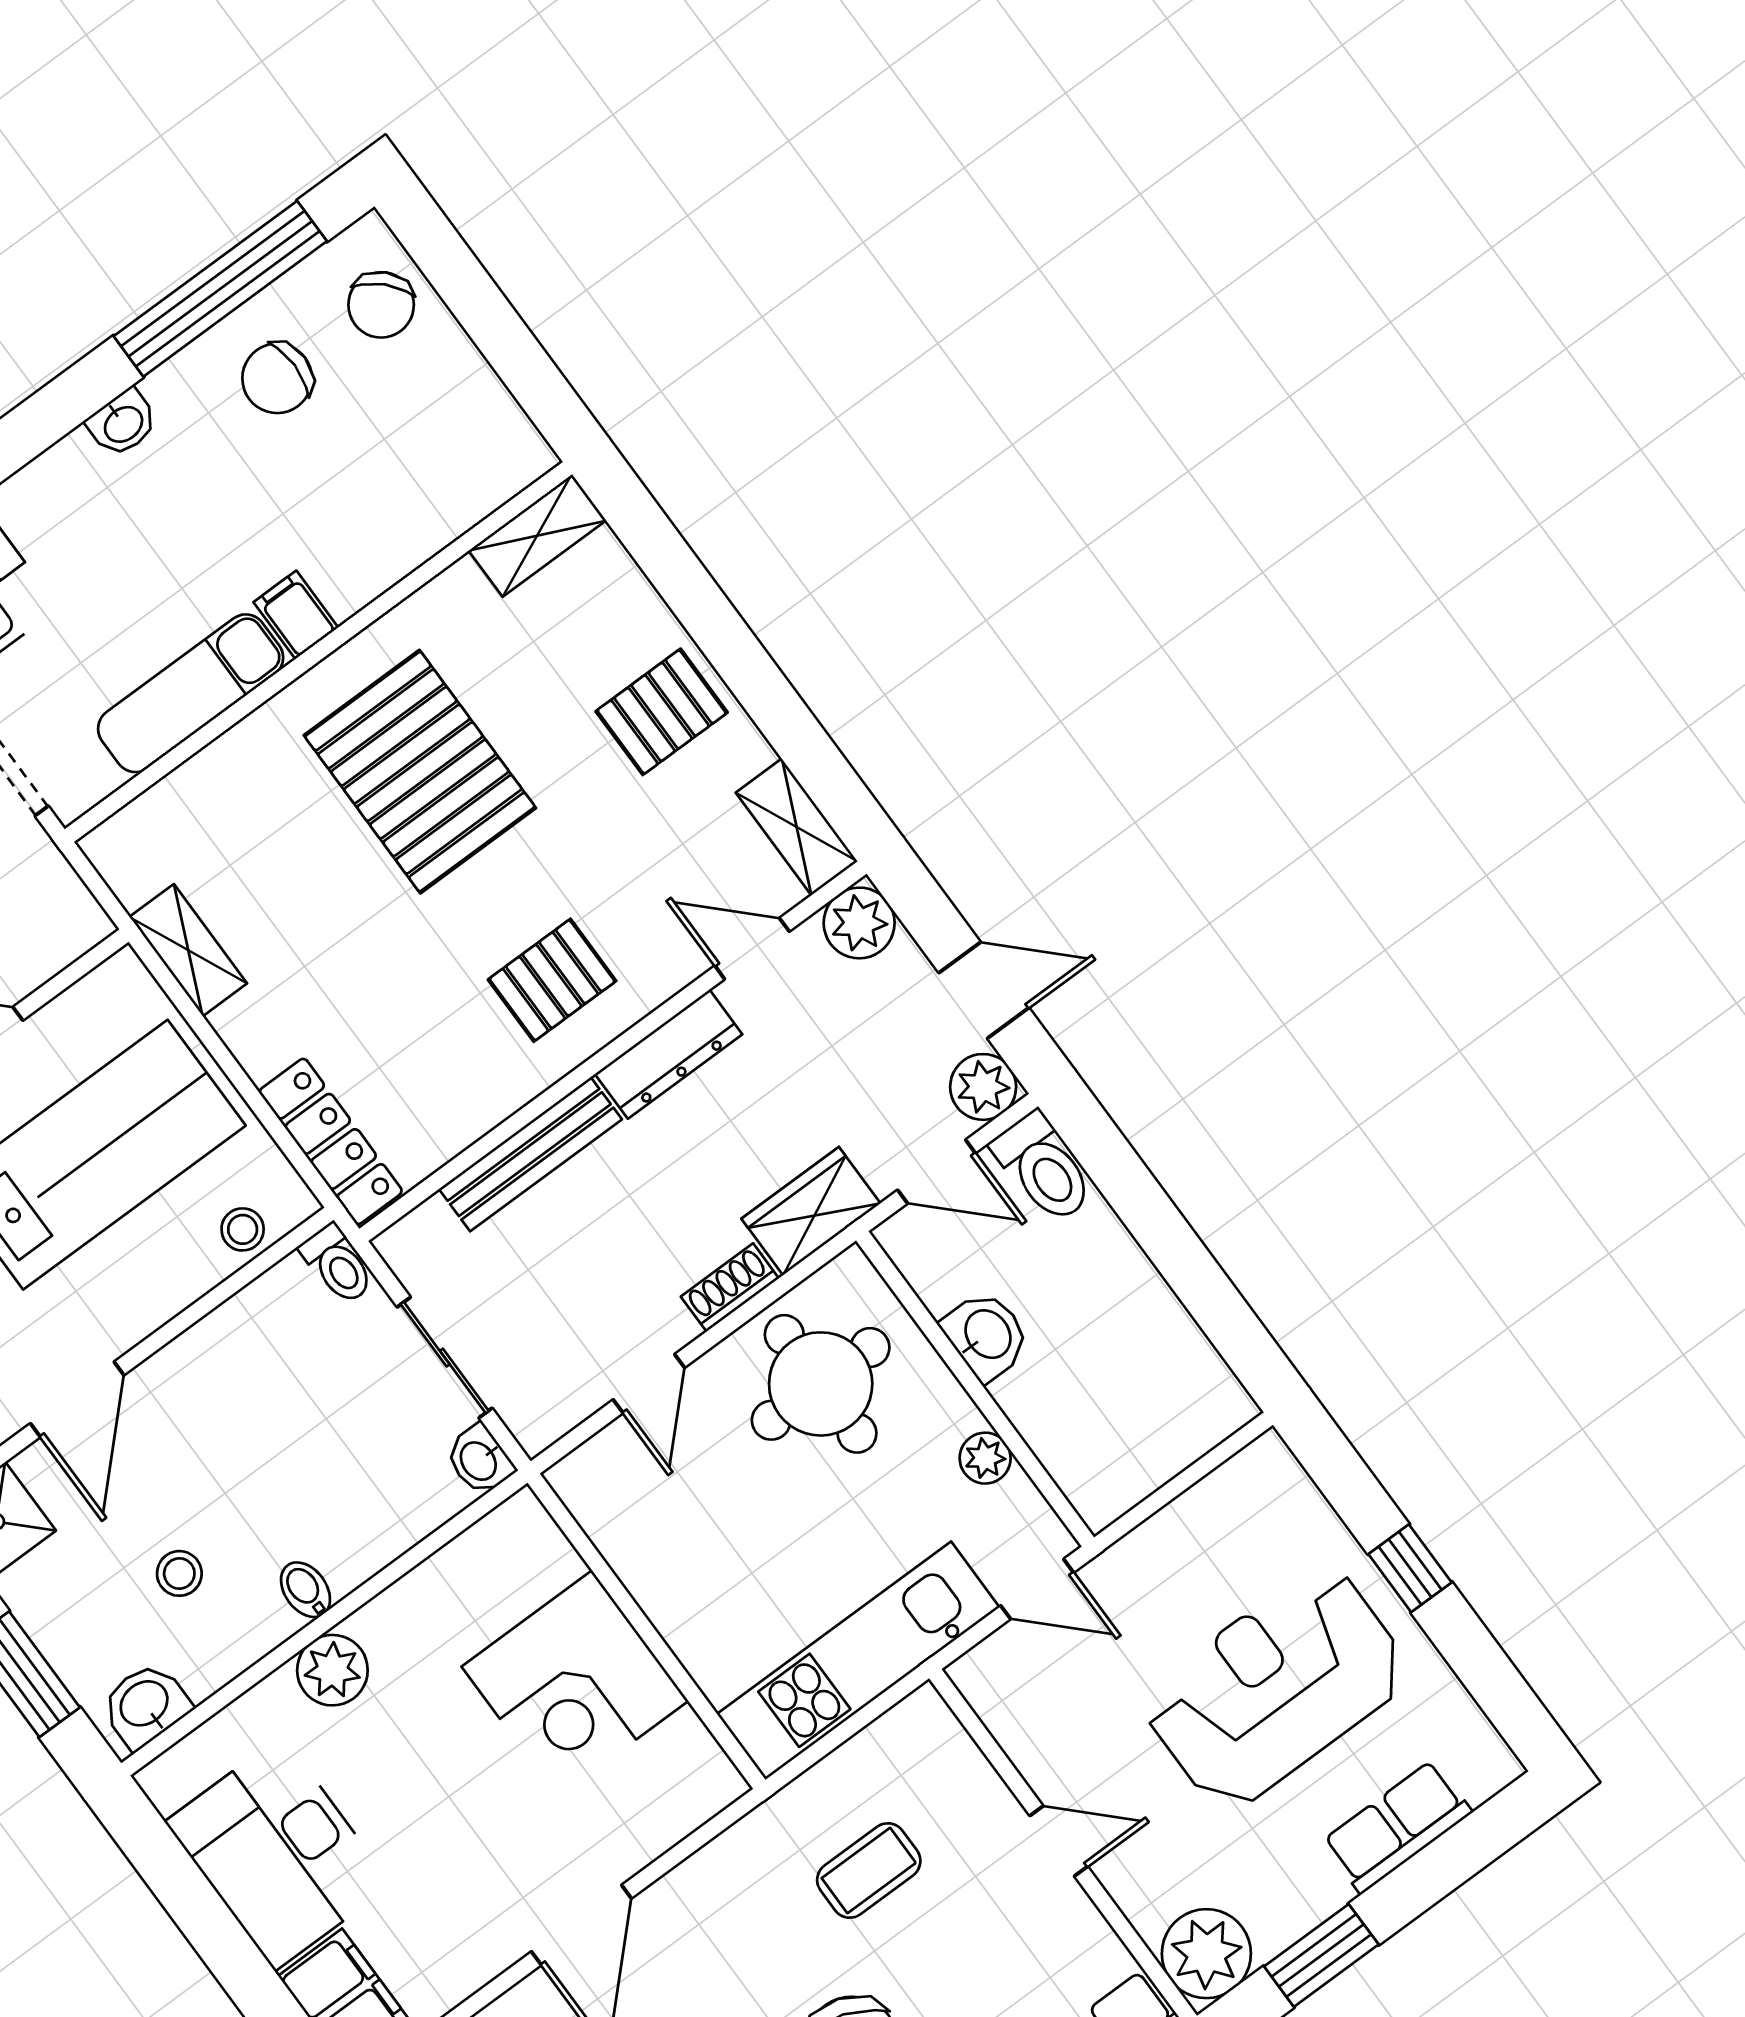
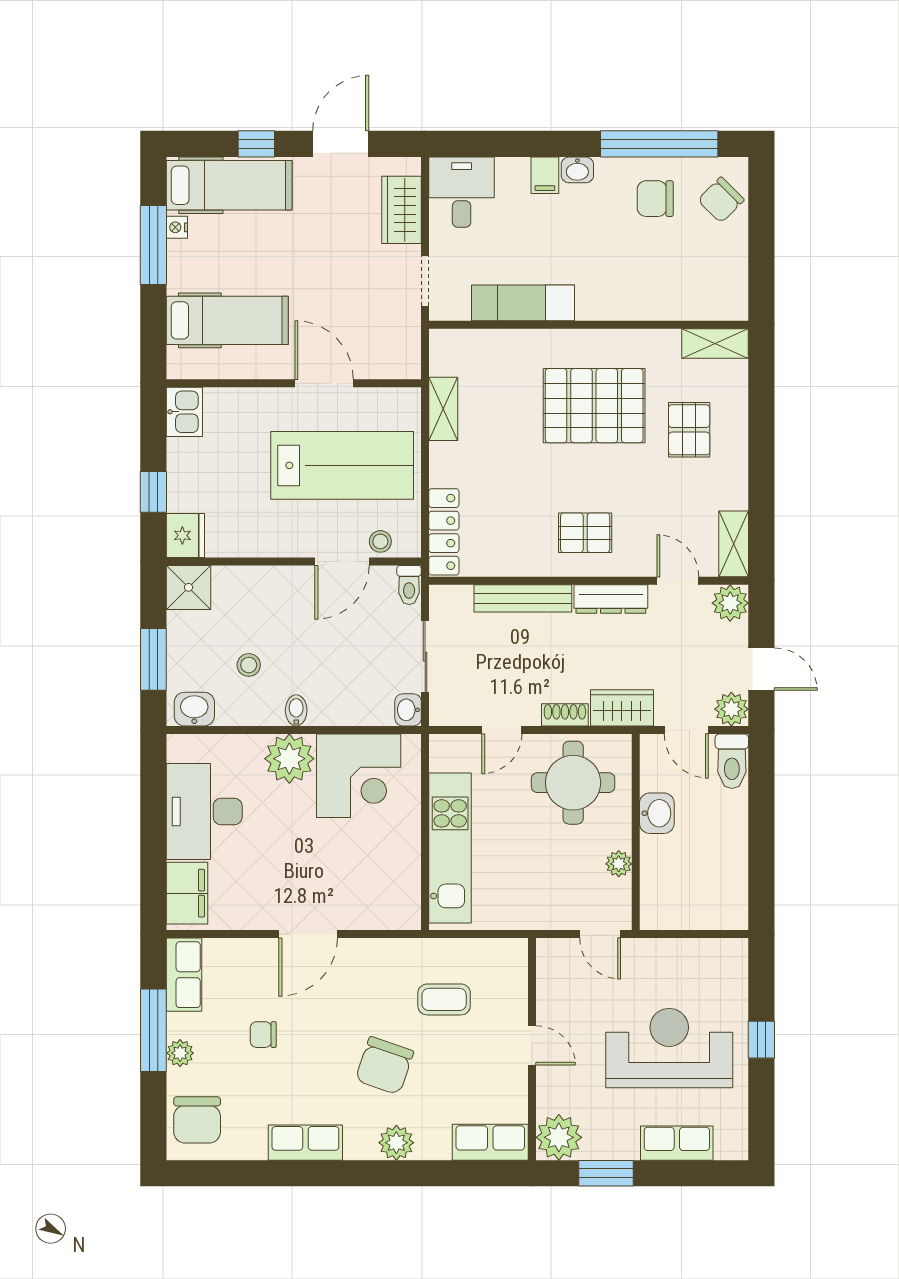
filing cabinet: (296, 615) -> (545, 175), moved, turned 180
pallet: (662, 712) -> (689, 430), moved, turned 90
pallet: (420, 772) -> (594, 406), turned 90
door: (77, 1399) -> (342, 561), moved
kitchen unit: (858, 1661) -> (450, 848), moved, turned 90
plant: (332, 1670) -> (289, 759), width x1.36, depth x1.36
corner desk: (575, 1684) -> (359, 776), moved, turned -90

